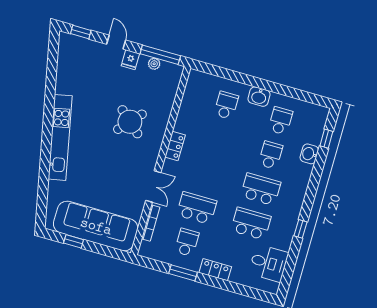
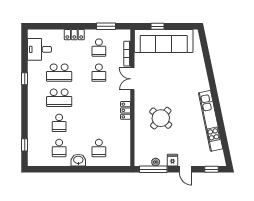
kitchen unit: (60, 137) -> (211, 121), moved
washbasin: (309, 154) -> (33, 131), removed
school desk: (197, 208) -> (99, 73), width x0.54
window: (74, 241) -> (158, 26), moved
window: (183, 273) -> (106, 26), moved

